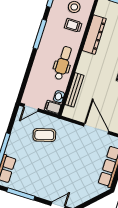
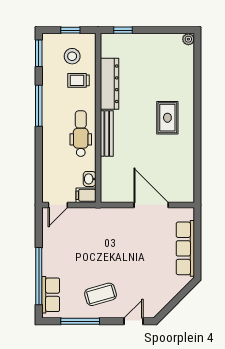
bench: (74, 90) -> (107, 134), moved
coffee table: (44, 135) -> (101, 294), moved

